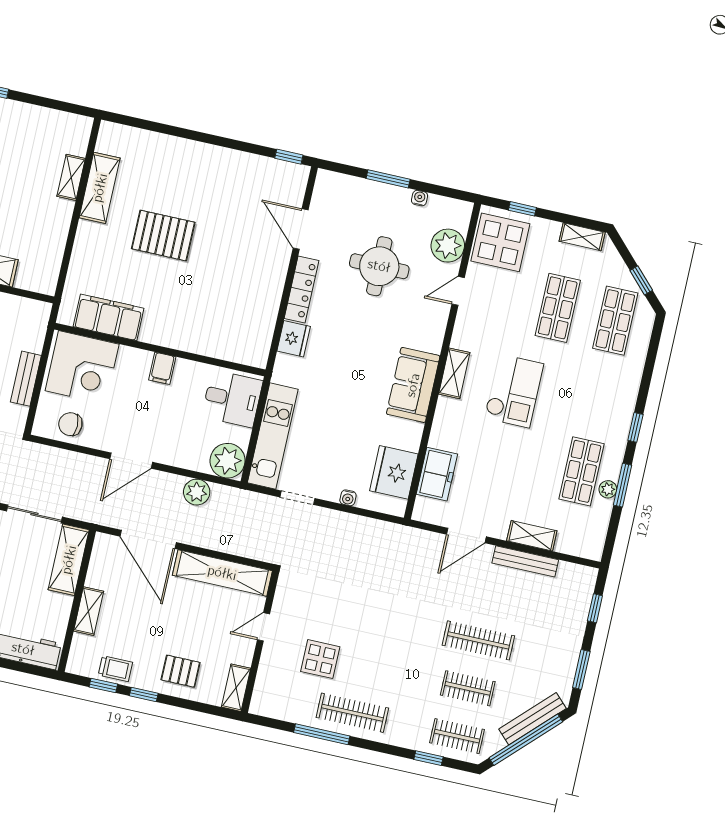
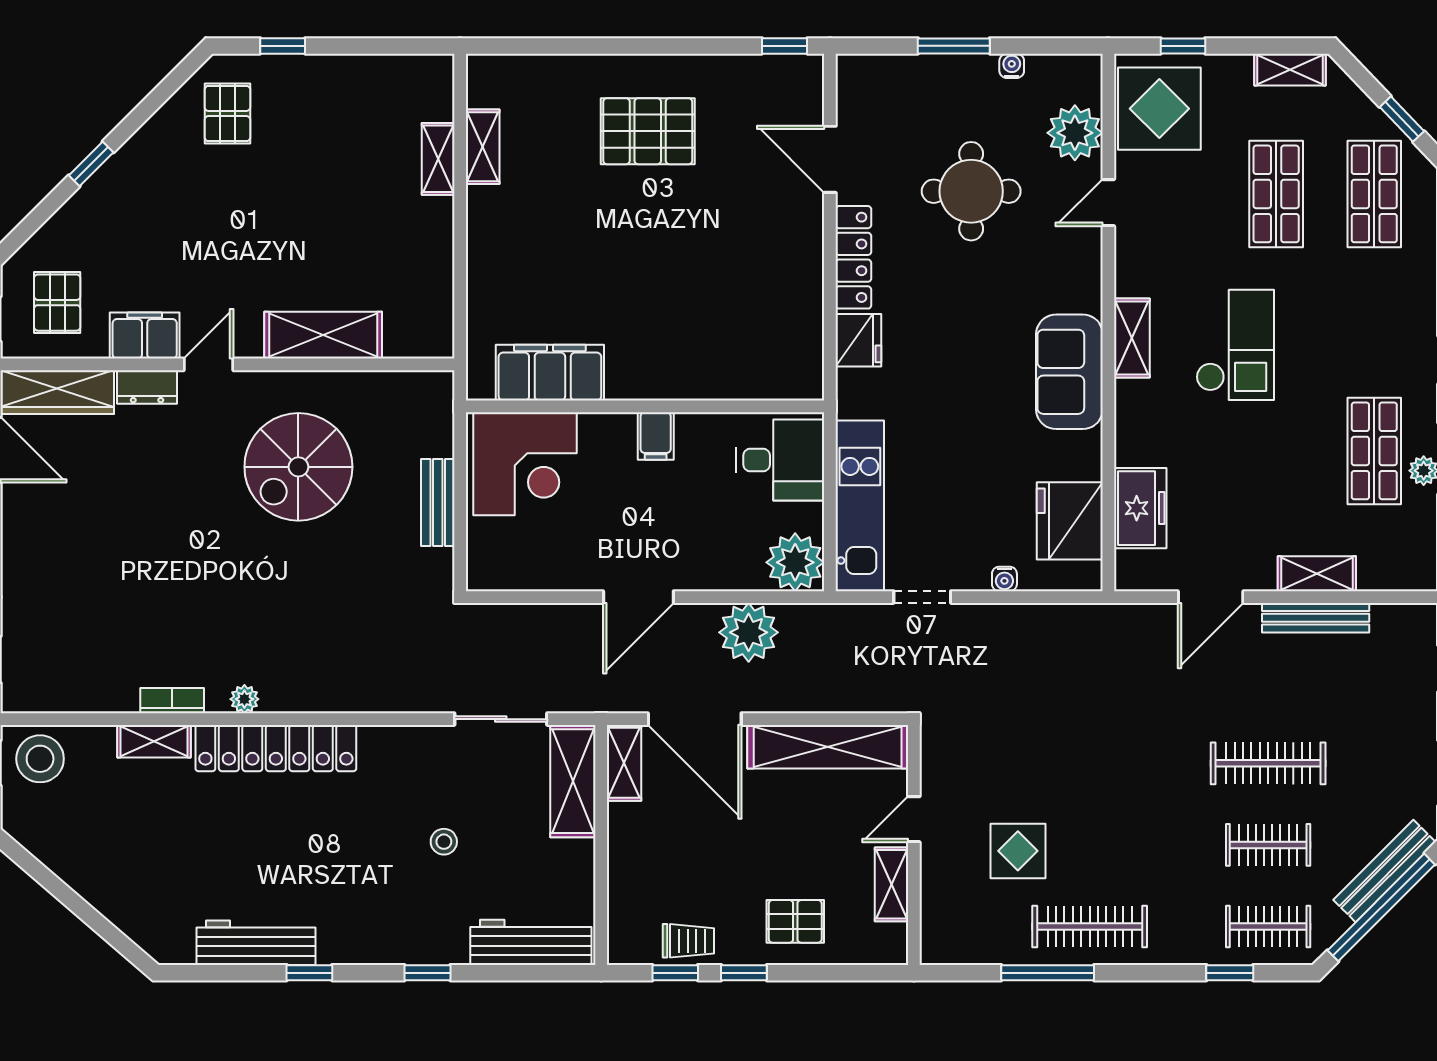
shelving: (100, 188) -> (483, 147), width x0.67, depth x0.75
pallet: (163, 236) -> (648, 131), moved
chair: (70, 424) -> (527, 560), removed
plant: (197, 492) -> (749, 632), width x1.36, depth x1.36
shelving: (89, 611) -> (624, 763), moved
shelving: (236, 688) -> (891, 884), moved

